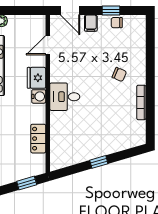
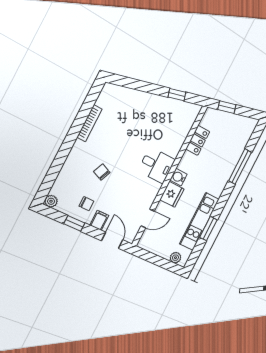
plant: (140, 21) -> (51, 201), added
chair: (117, 23) -> (86, 204), moved
chair: (119, 74) -> (102, 172), moved
window: (99, 162) -> (177, 95), moved

